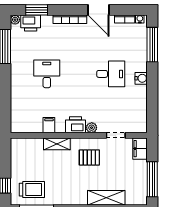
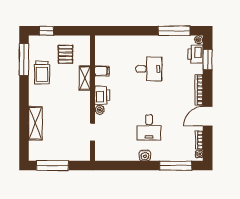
filing cabinet: (140, 149) -> (80, 154), removed
pallet: (89, 157) -> (66, 54), moved
trolley: (32, 190) -> (42, 73), moved

